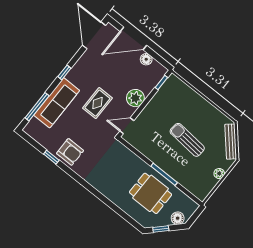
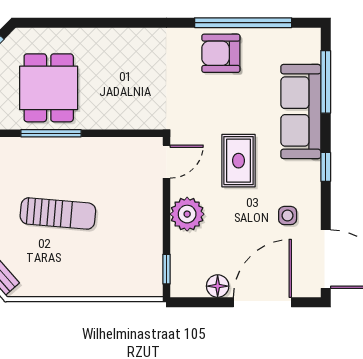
side table: (95, 65) -> (288, 216), added
window: (51, 157) -> (243, 23), width x3.17
dining table: (151, 193) -> (49, 88), turned 90

